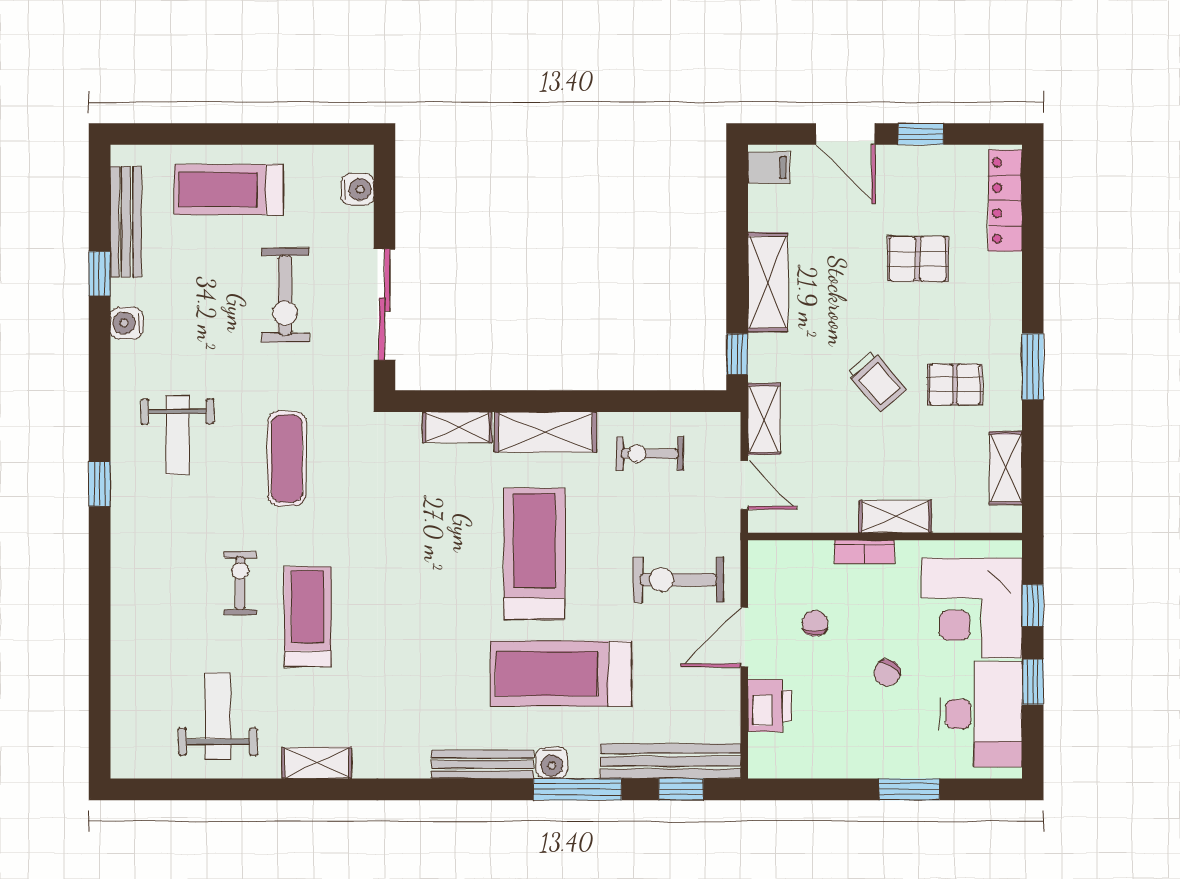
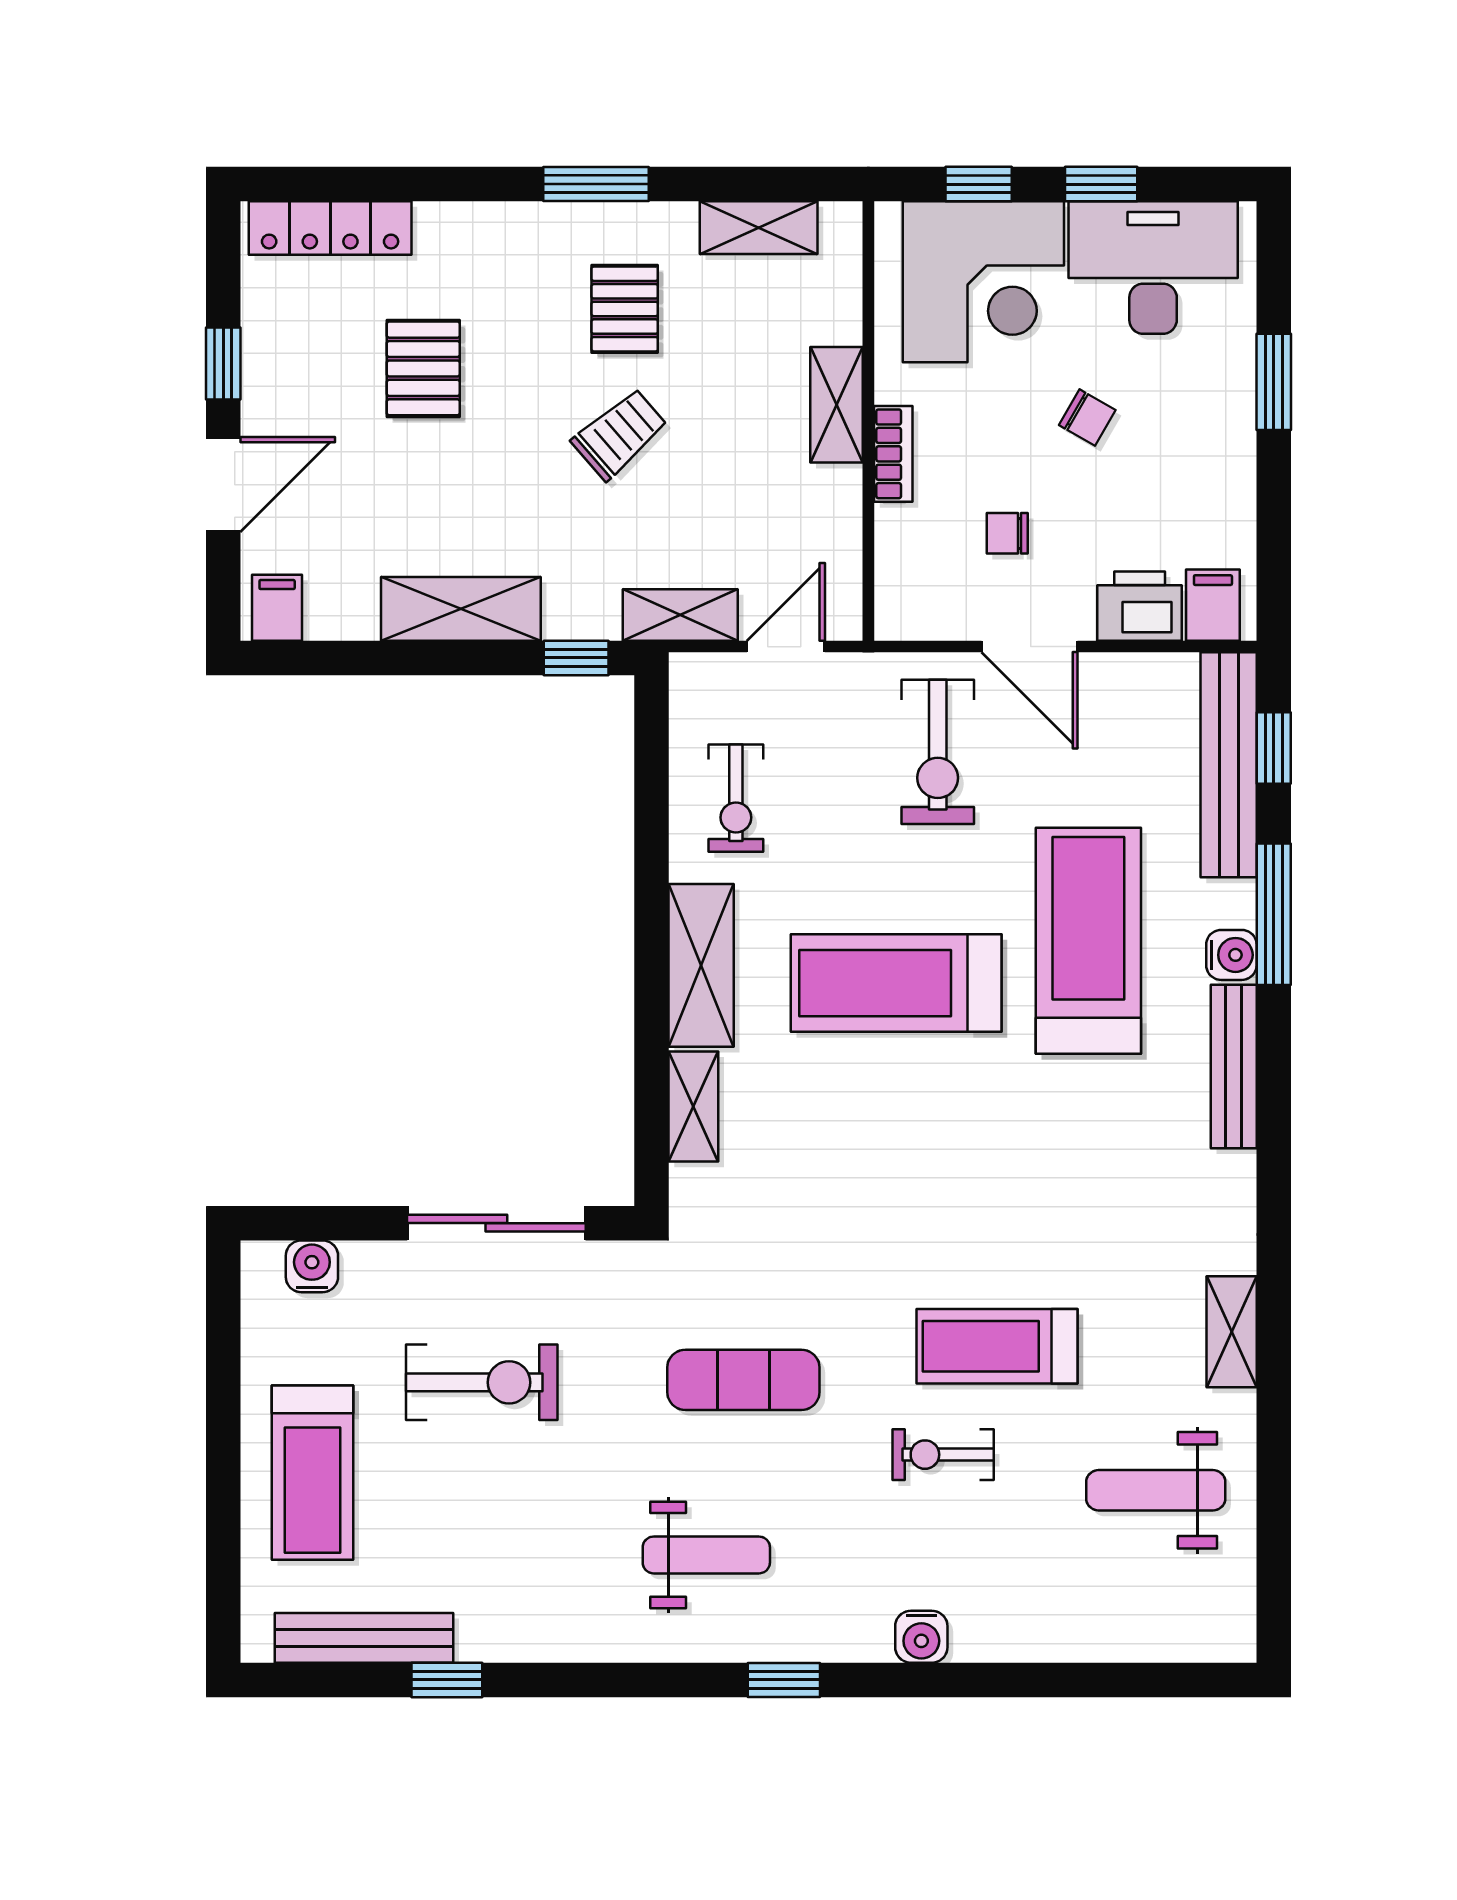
water cooler: (127, 323) -> (921, 1637), moved
treadmill: (561, 674) -> (1088, 941), turned 180
filing cabinet: (770, 751) -> (1213, 605), added

